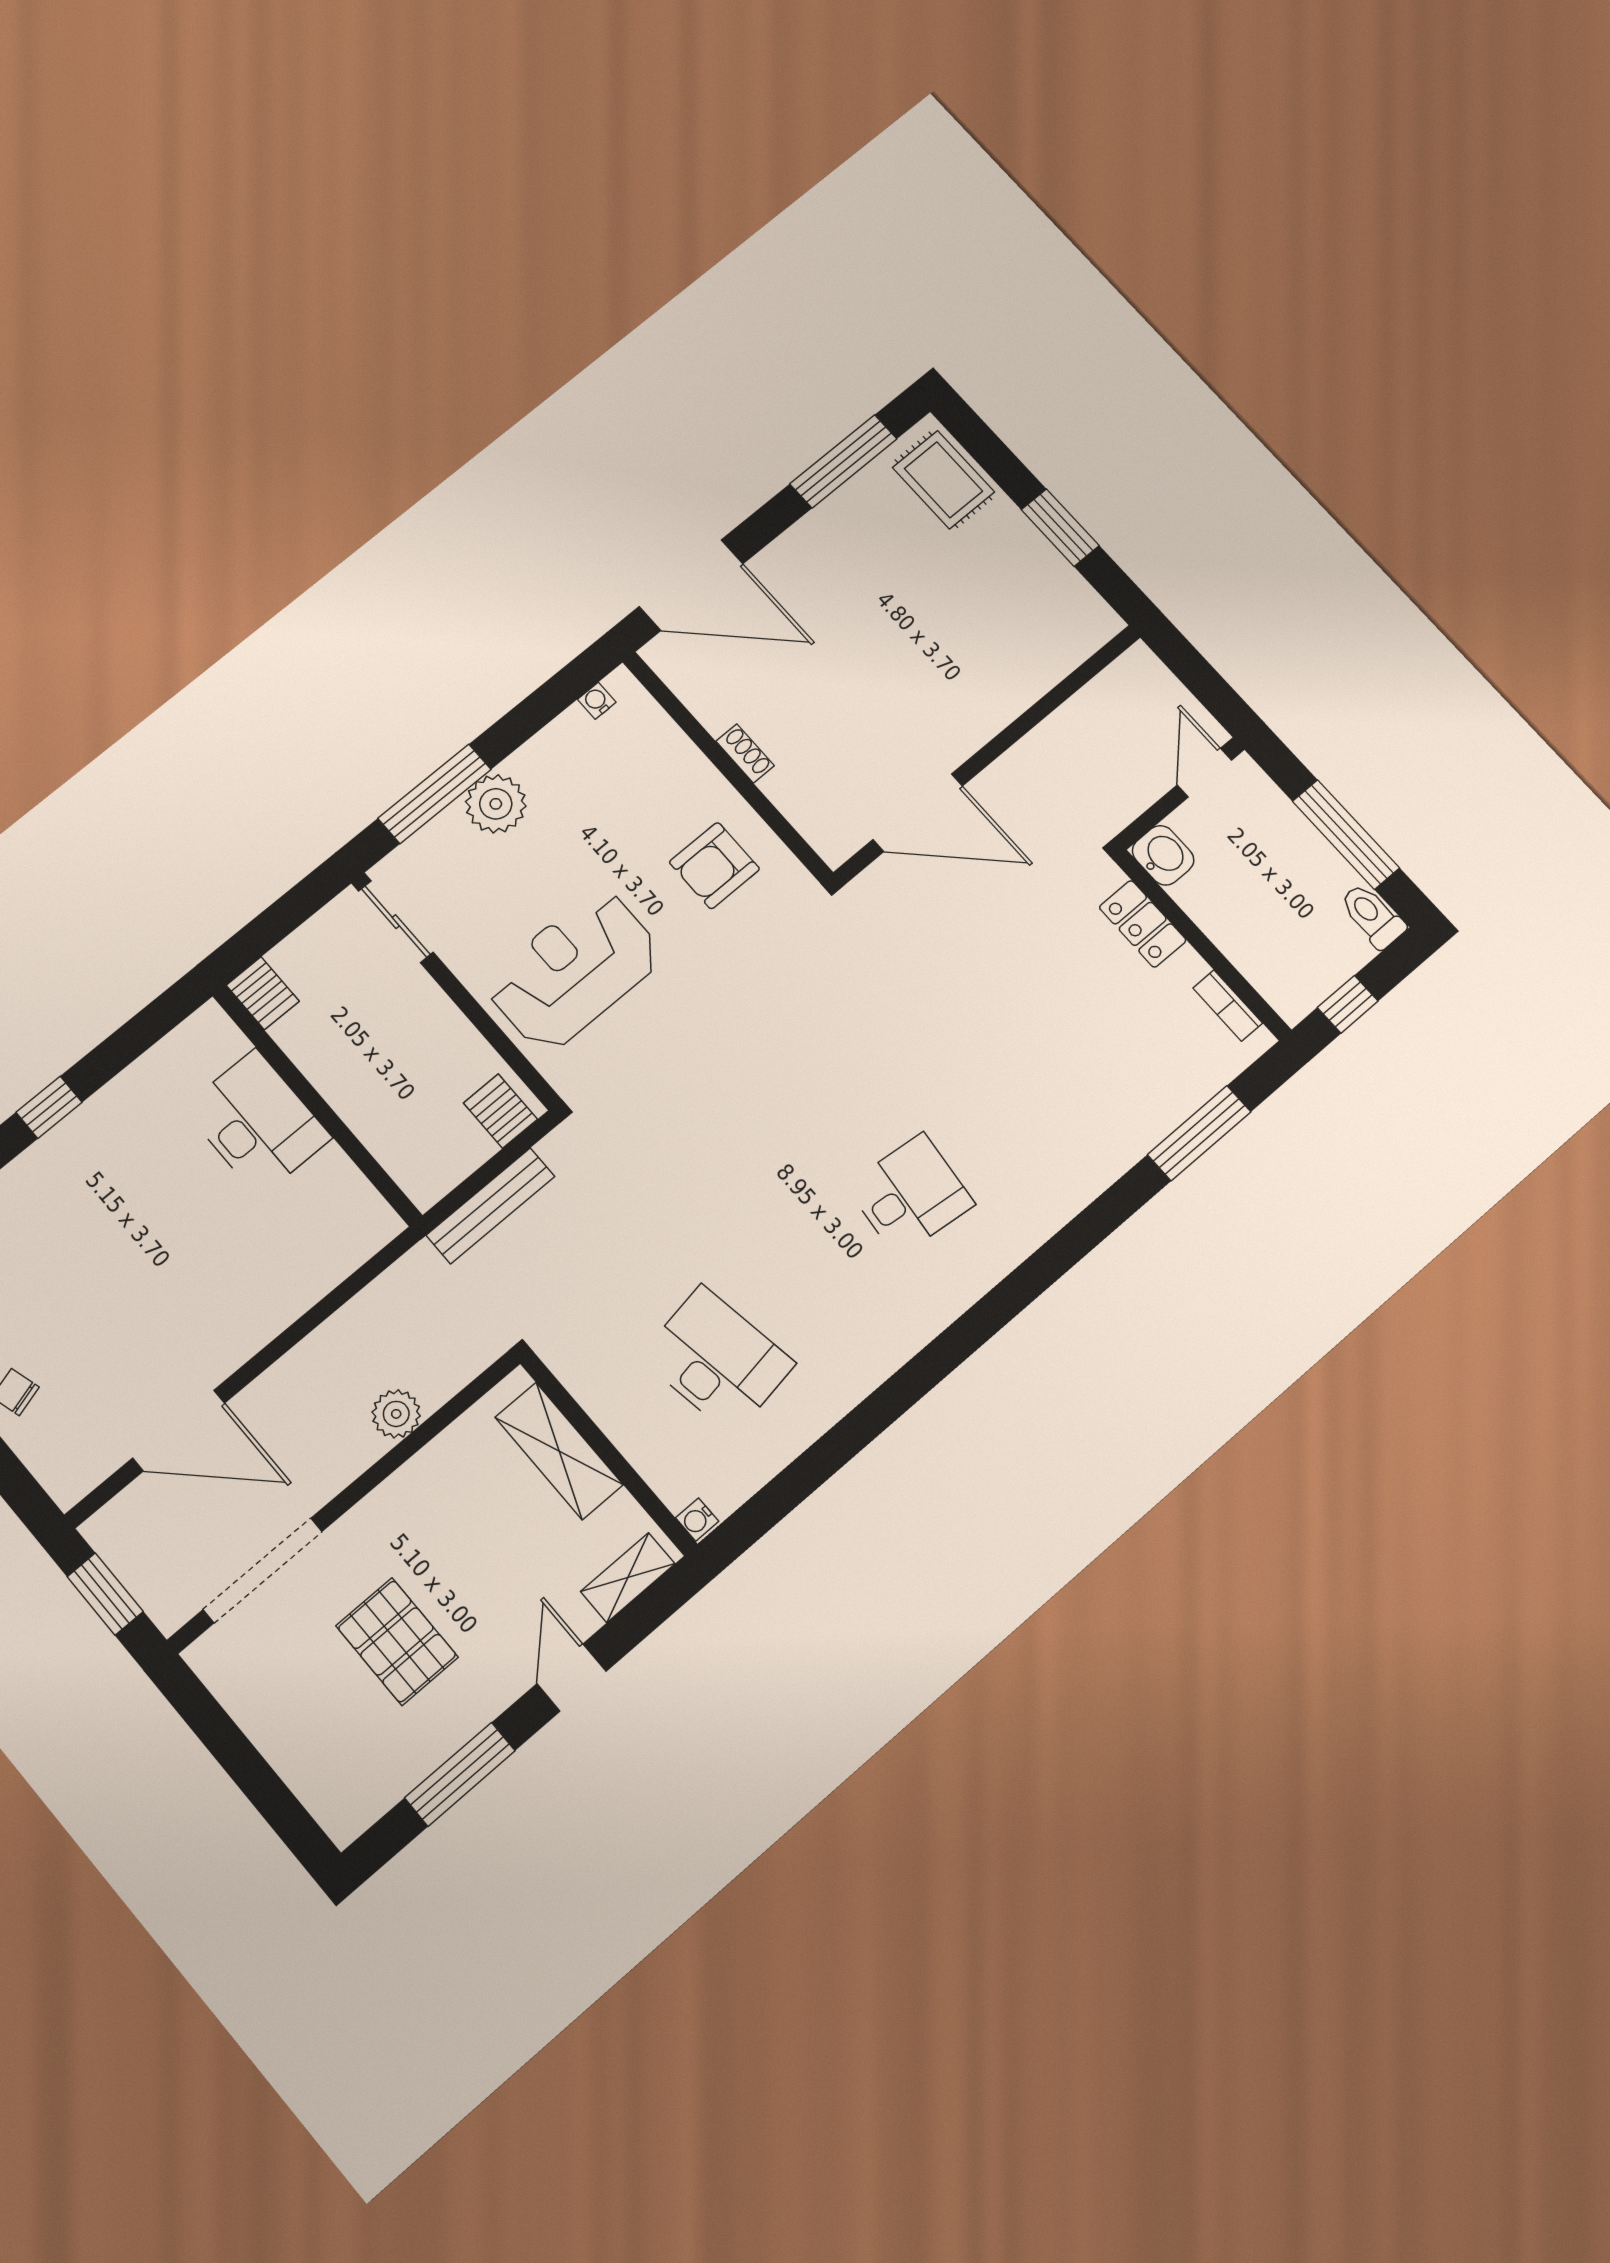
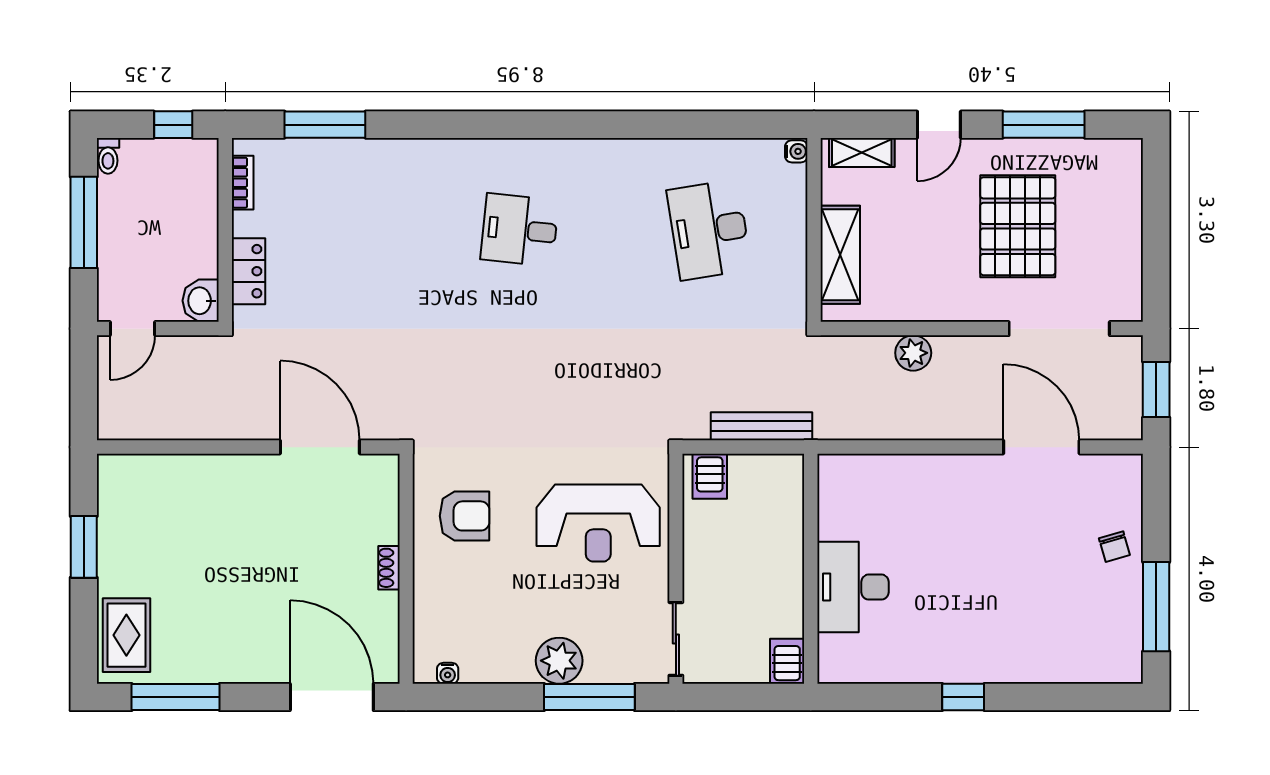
toilet: (1372, 916) -> (108, 156), width x0.73, depth x0.72
pallet: (397, 1641) -> (1018, 226), width x1.37, depth x1.41

